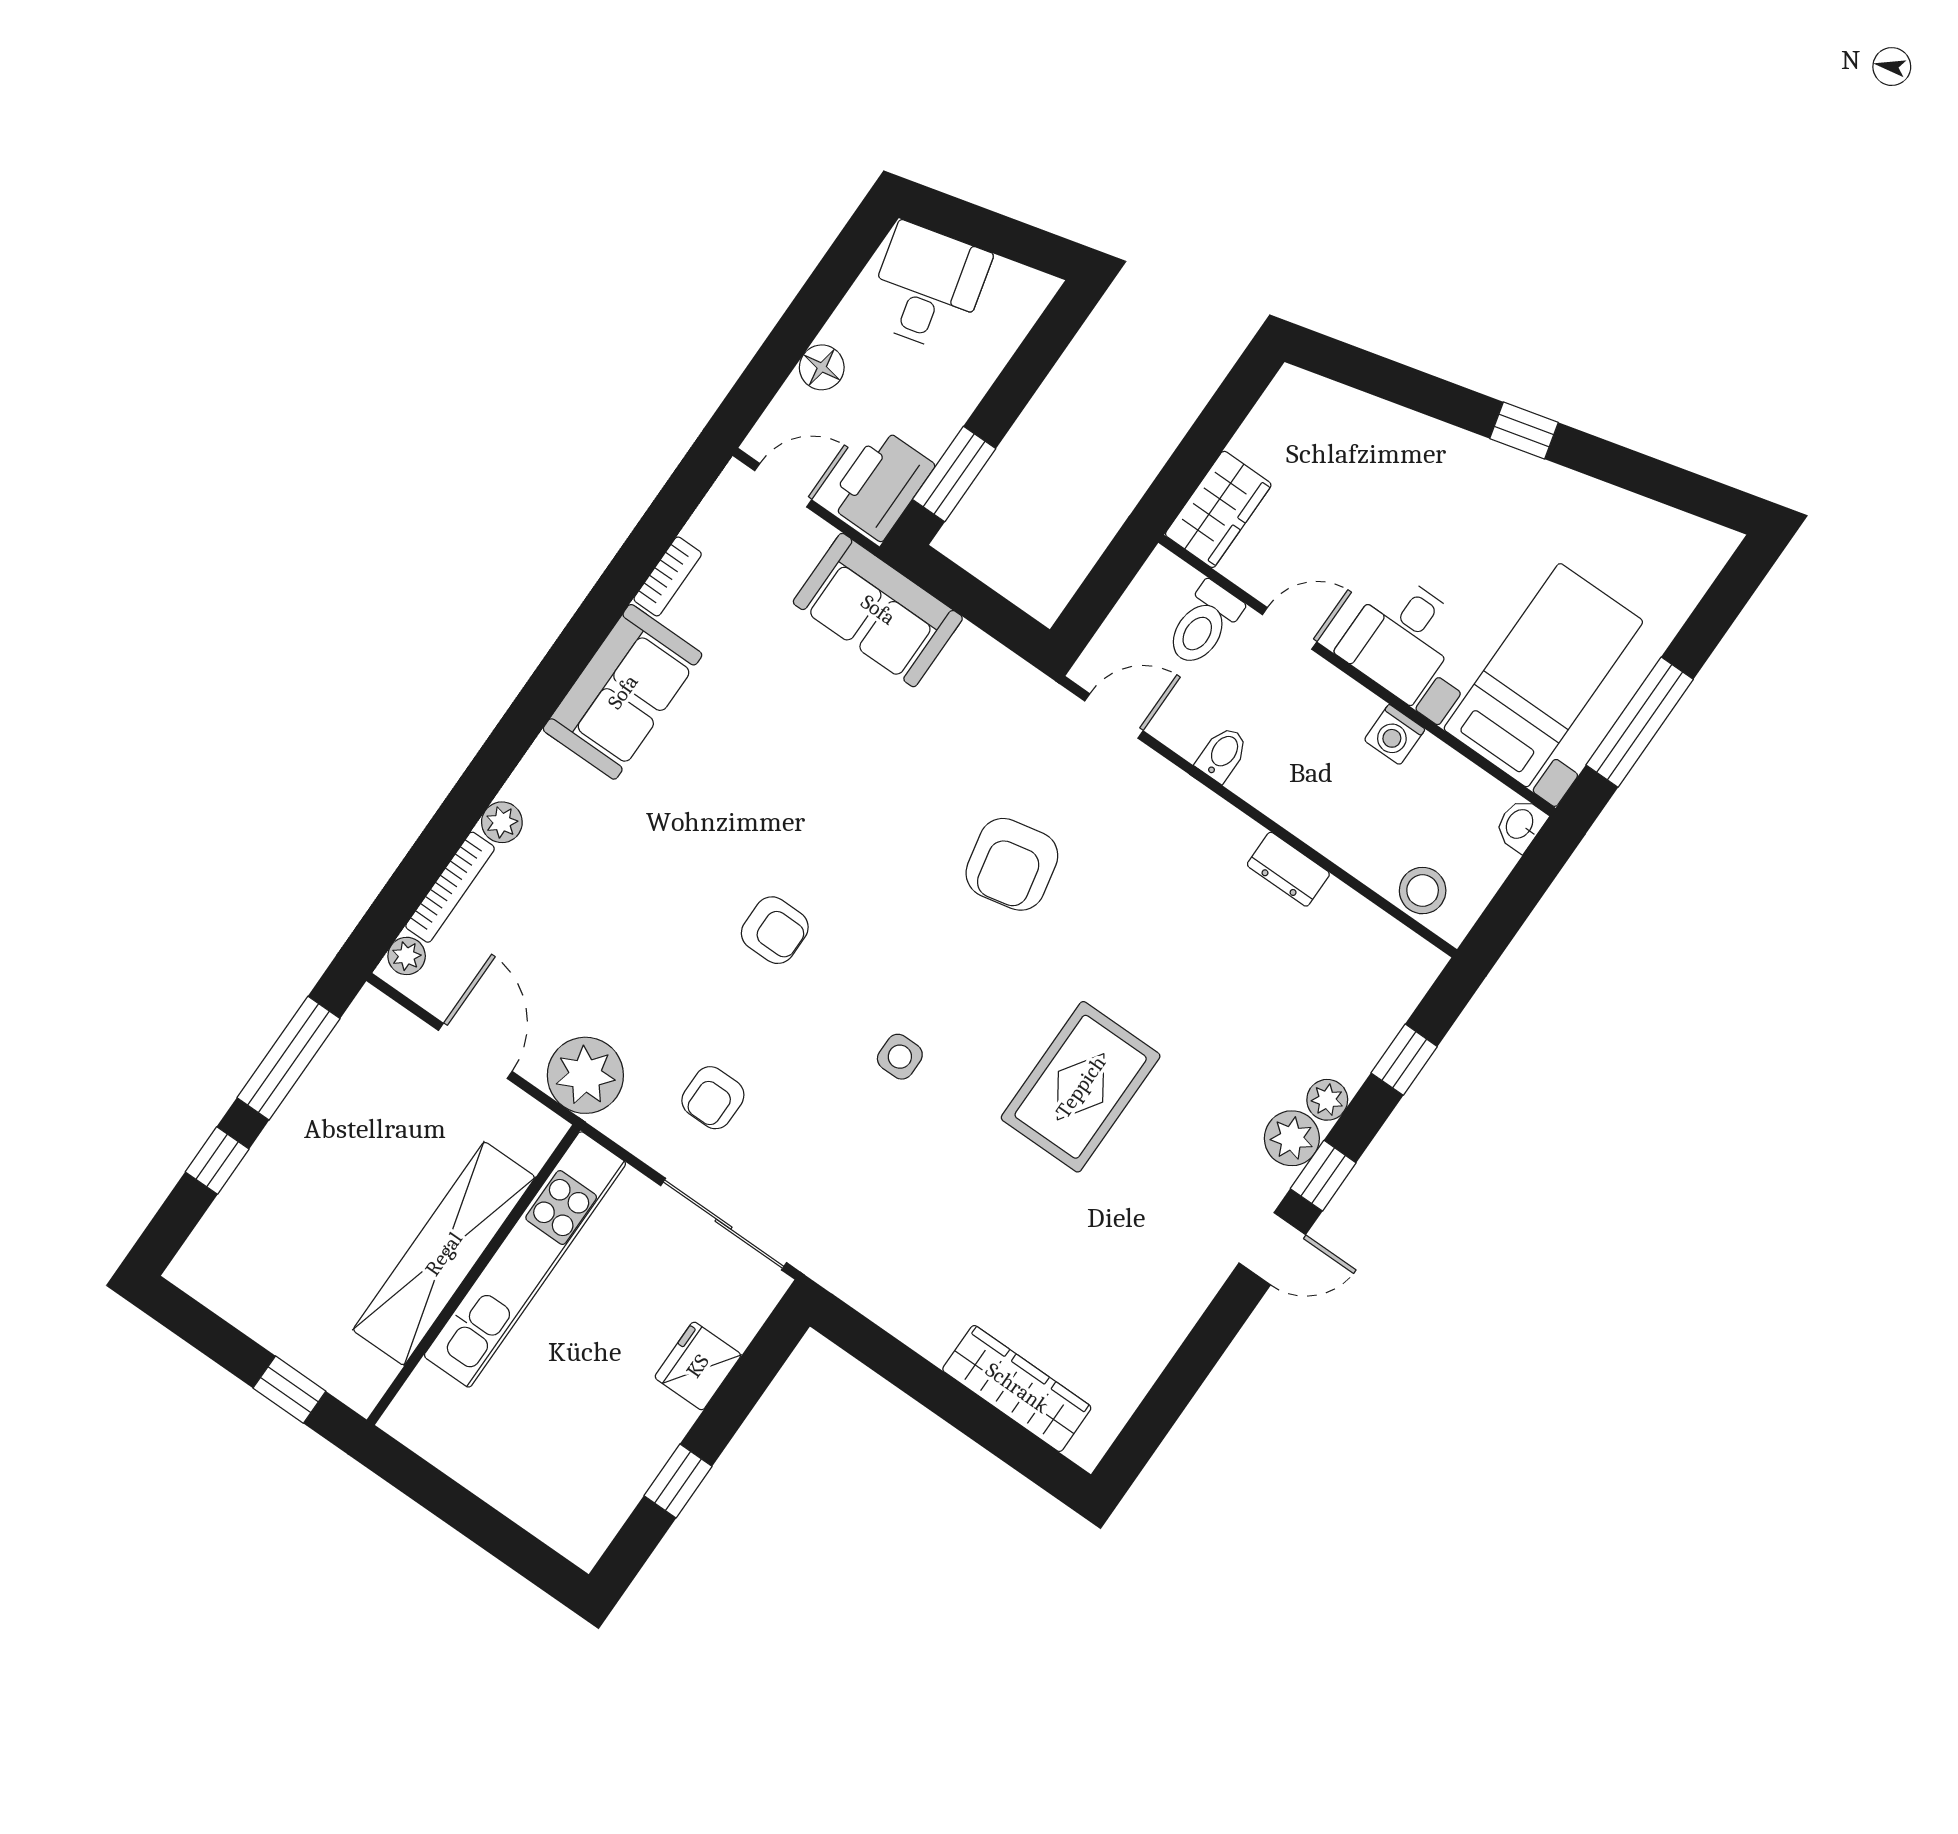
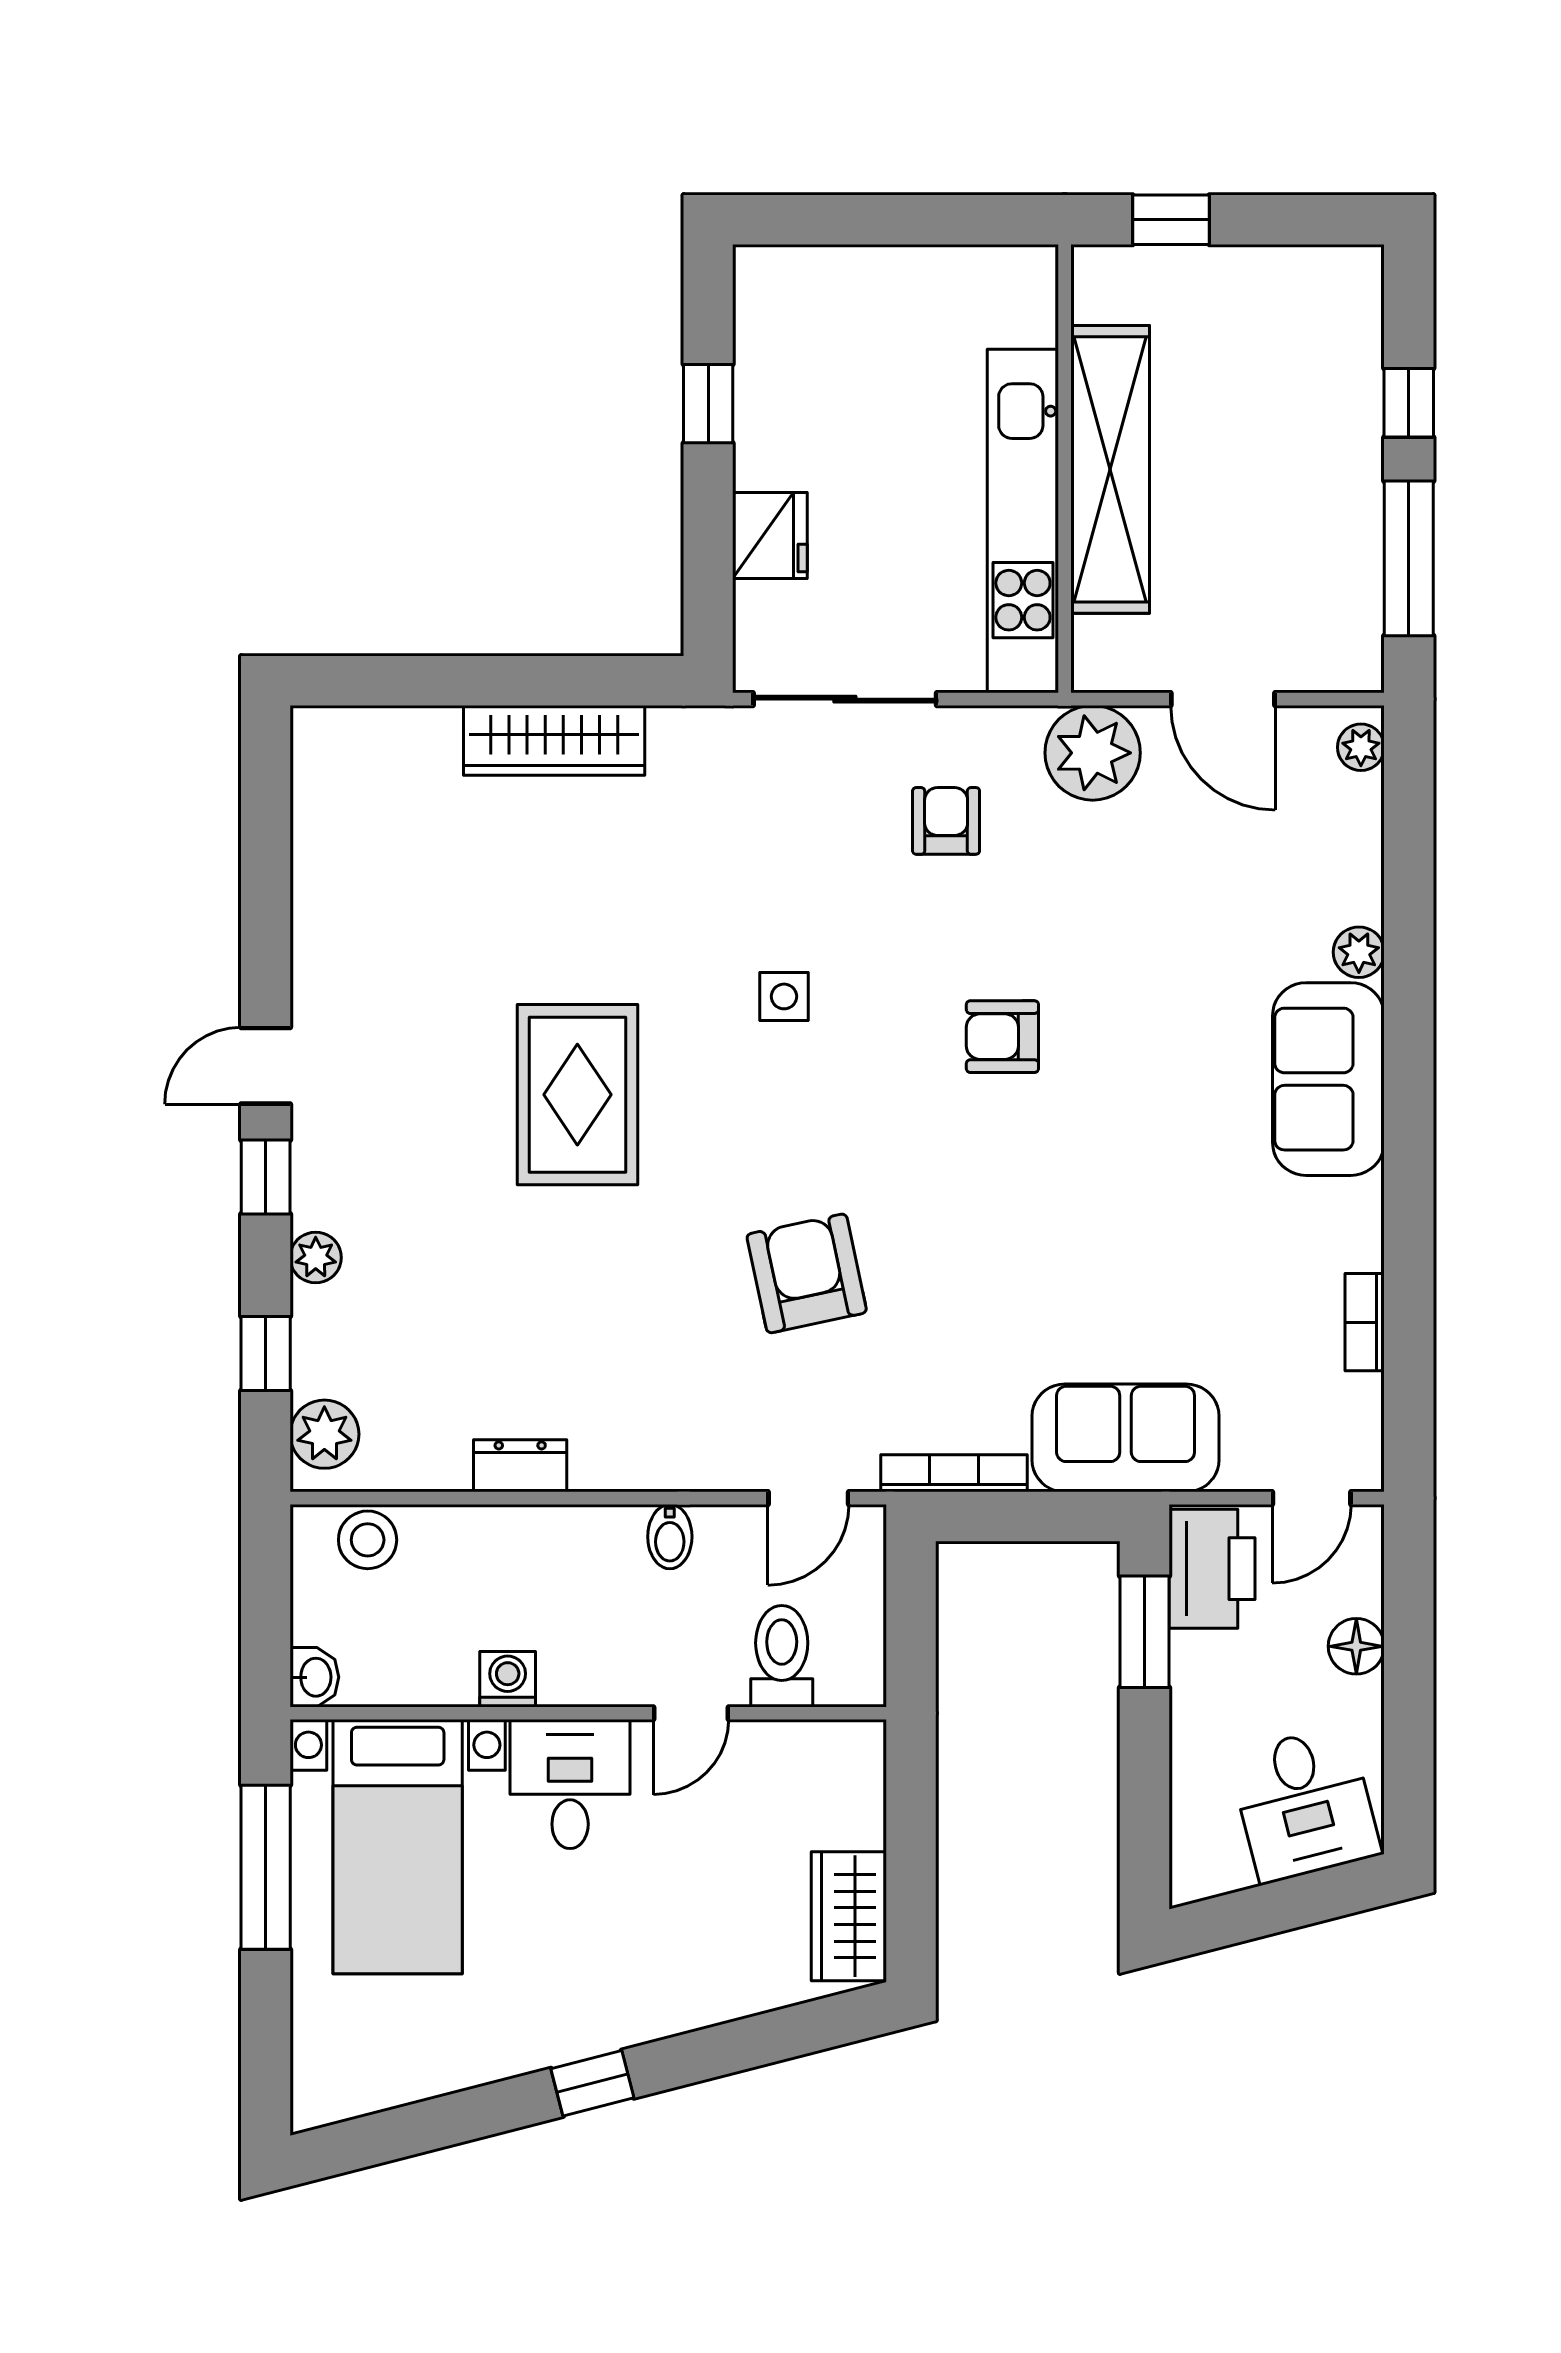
wardrobe: (1218, 509) -> (849, 1916), moved
sofa: (623, 692) -> (1328, 1079), moved
bookcase: (450, 887) -> (954, 1473), moved, turned 90
plant: (1292, 1138) -> (324, 1434), moved
wardrobe: (1017, 1388) -> (554, 740), moved

